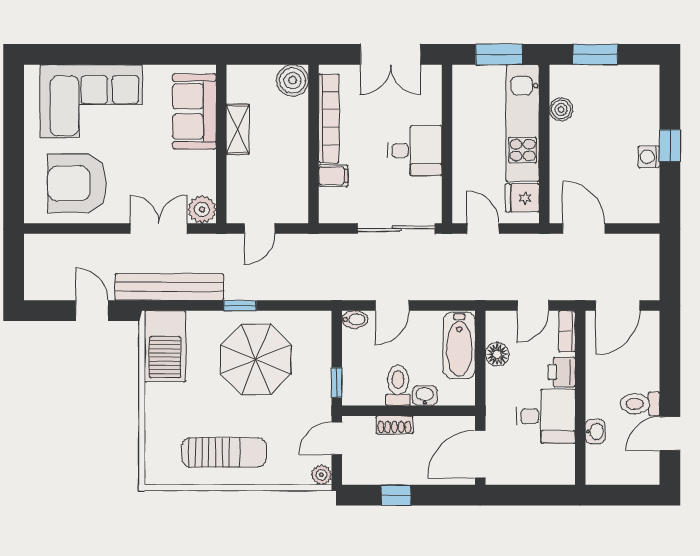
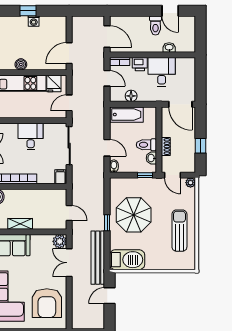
boiler: (561, 109) -> (21, 64), moved
filing cabinet: (333, 176) -> (60, 177), moved
washbasin: (425, 395) -> (151, 158), moved

